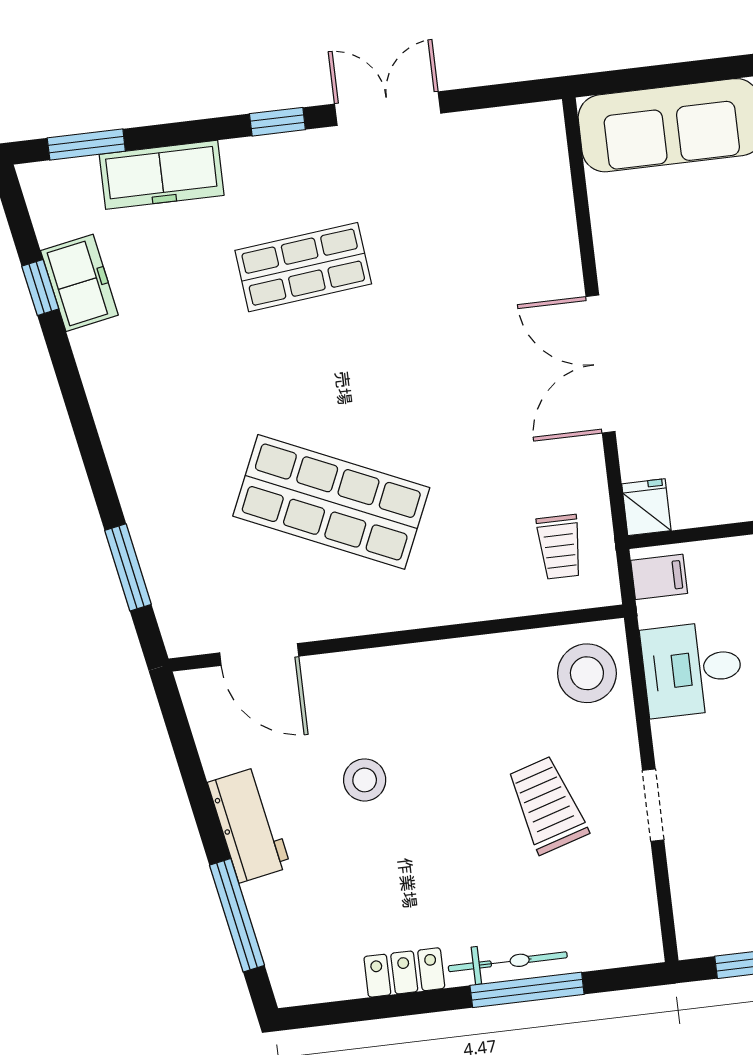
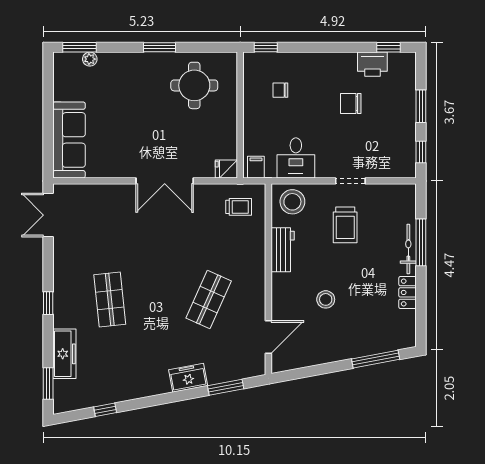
double door: (388, 109) -> (48, 215), moved
freezer: (79, 283) -> (188, 378), moved
shop shelf: (331, 502) -> (209, 300), width x0.70, depth x0.74
trolley: (547, 805) -> (345, 225), turned -73
workbench: (249, 825) -> (283, 250), moved, turned 101

